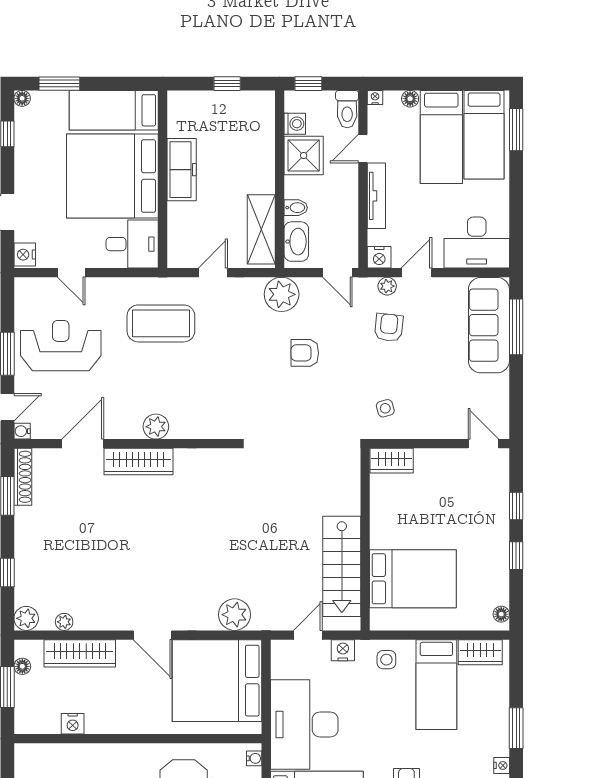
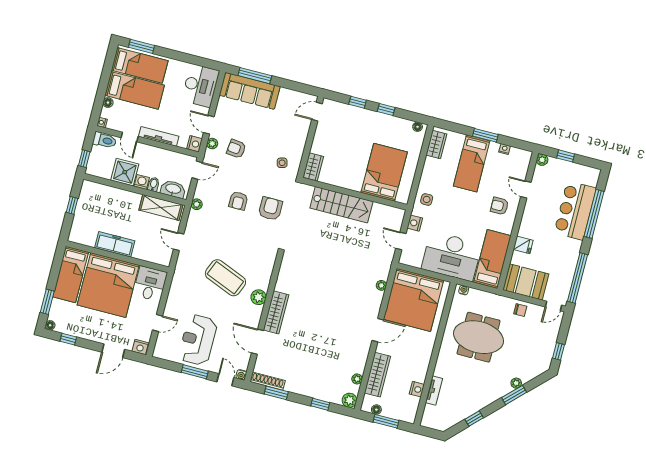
washing machine: (295, 124) -> (142, 182), moved
plant: (282, 294) -> (197, 204), width x0.53, depth x0.53
coffee table: (161, 323) -> (225, 278), moved, turned -68
armchair: (305, 409) -> (270, 209), added
stairs: (342, 566) -> (341, 205), moved
plant: (235, 615) -> (381, 285), width x0.53, depth x0.53
bed: (436, 685) -> (472, 163), moved, turned 90
tv unit: (78, 752) -> (434, 390), added

